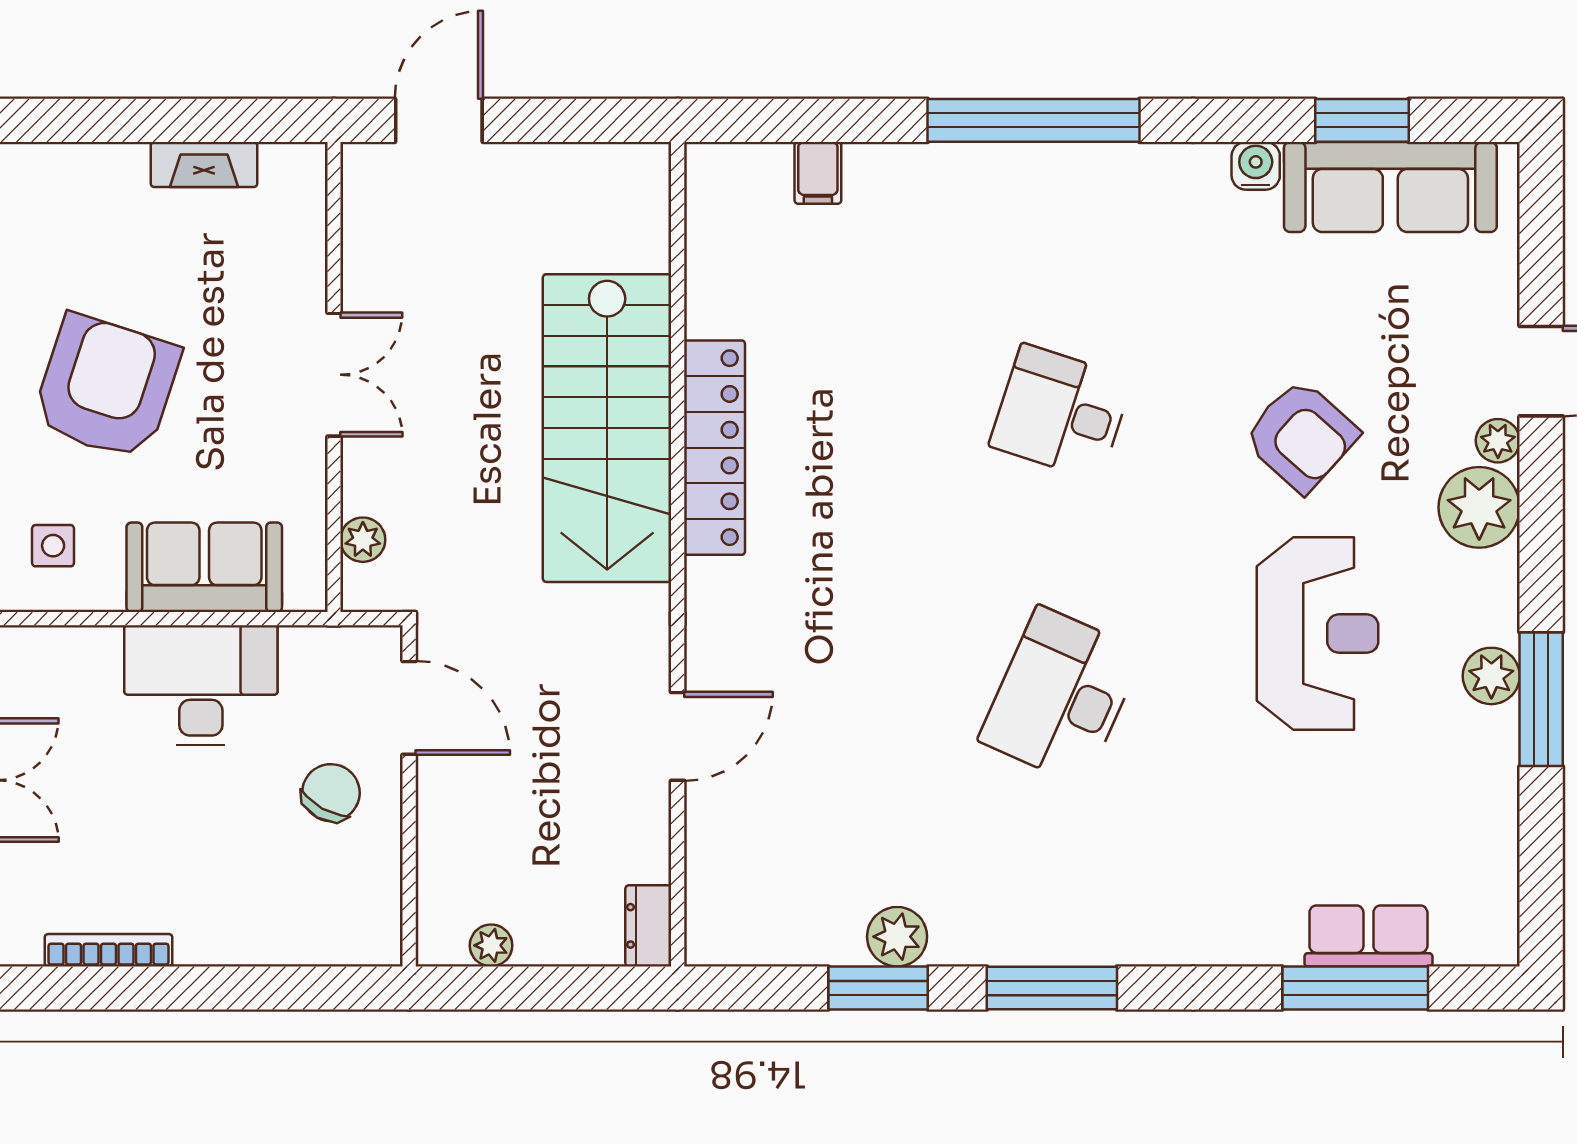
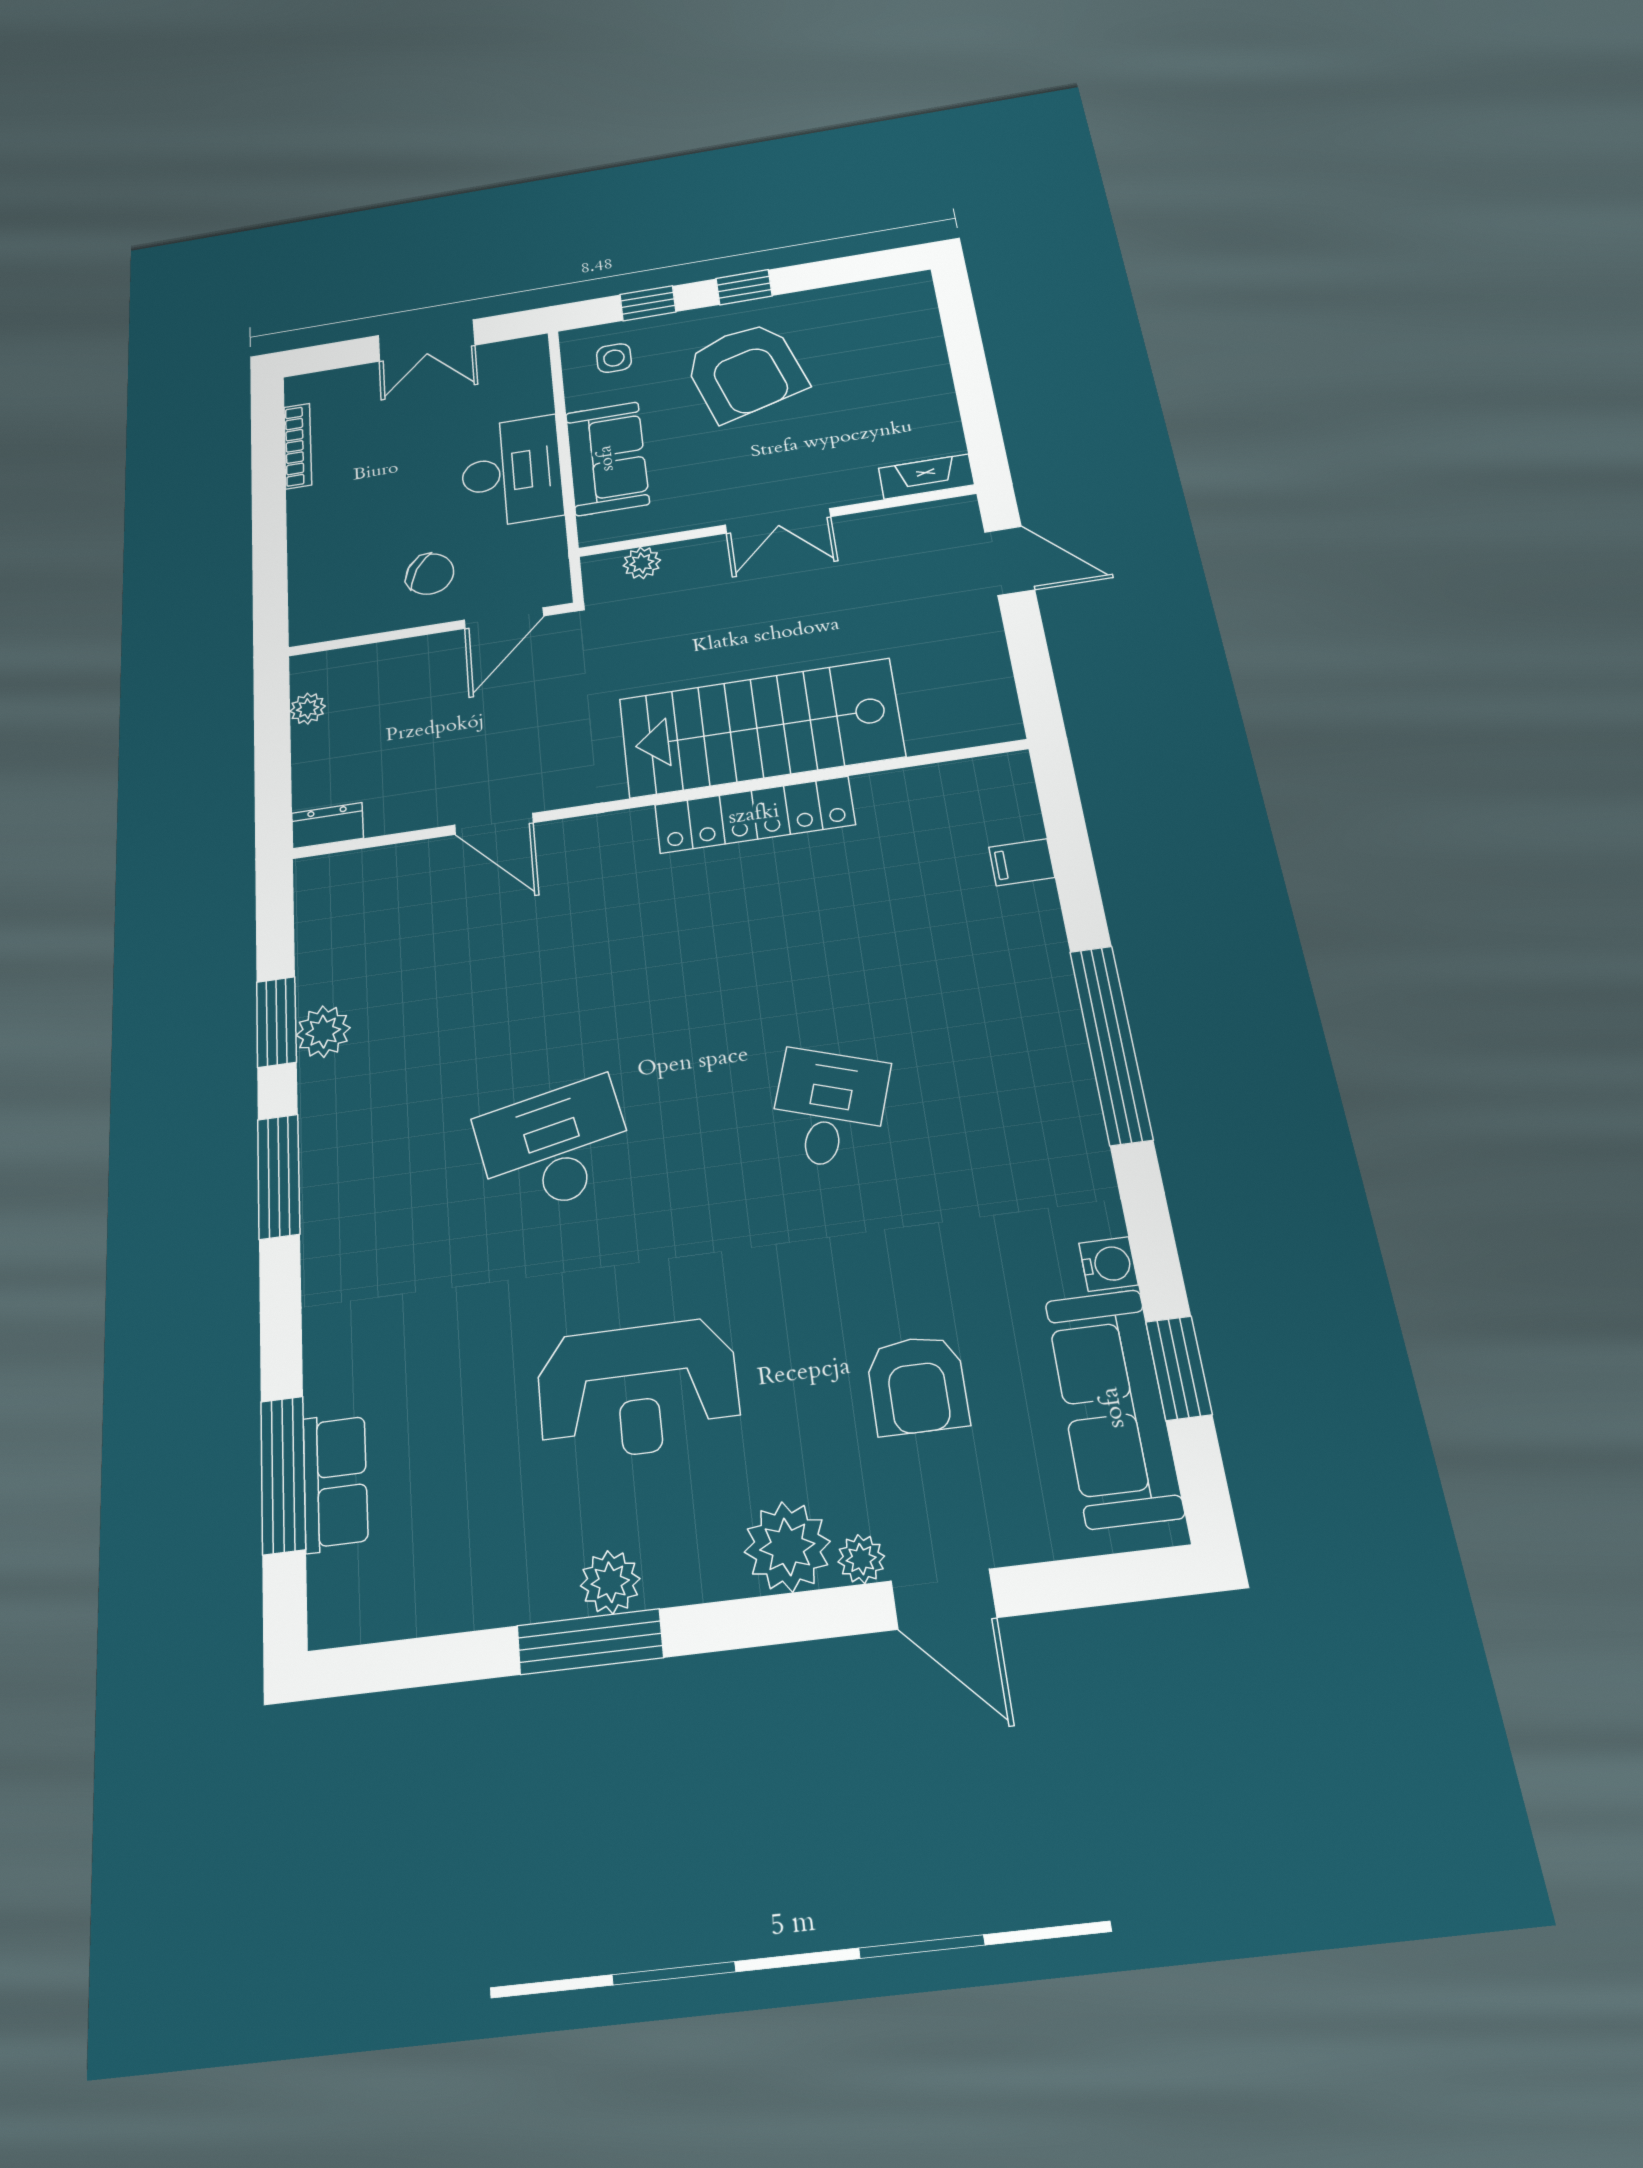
fireplace: (204, 164) -> (926, 477), moved, turned 90
armchair: (106, 387) -> (745, 371), turned 55
armchair: (1301, 436) -> (917, 1385), moved, turned -42
desk: (1061, 696) -> (555, 1147), turned -36

